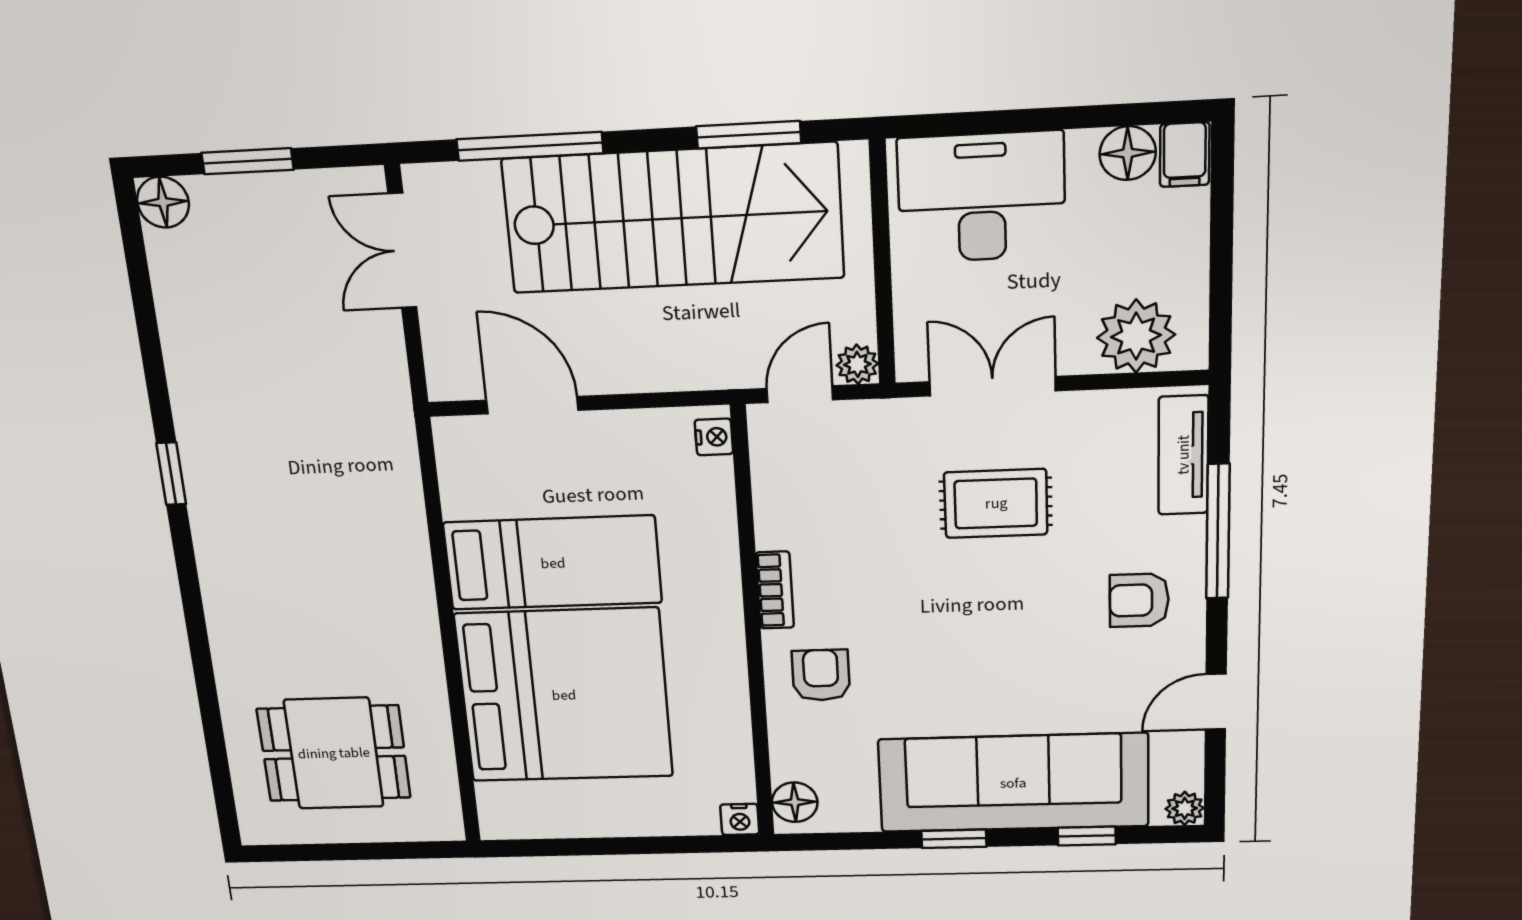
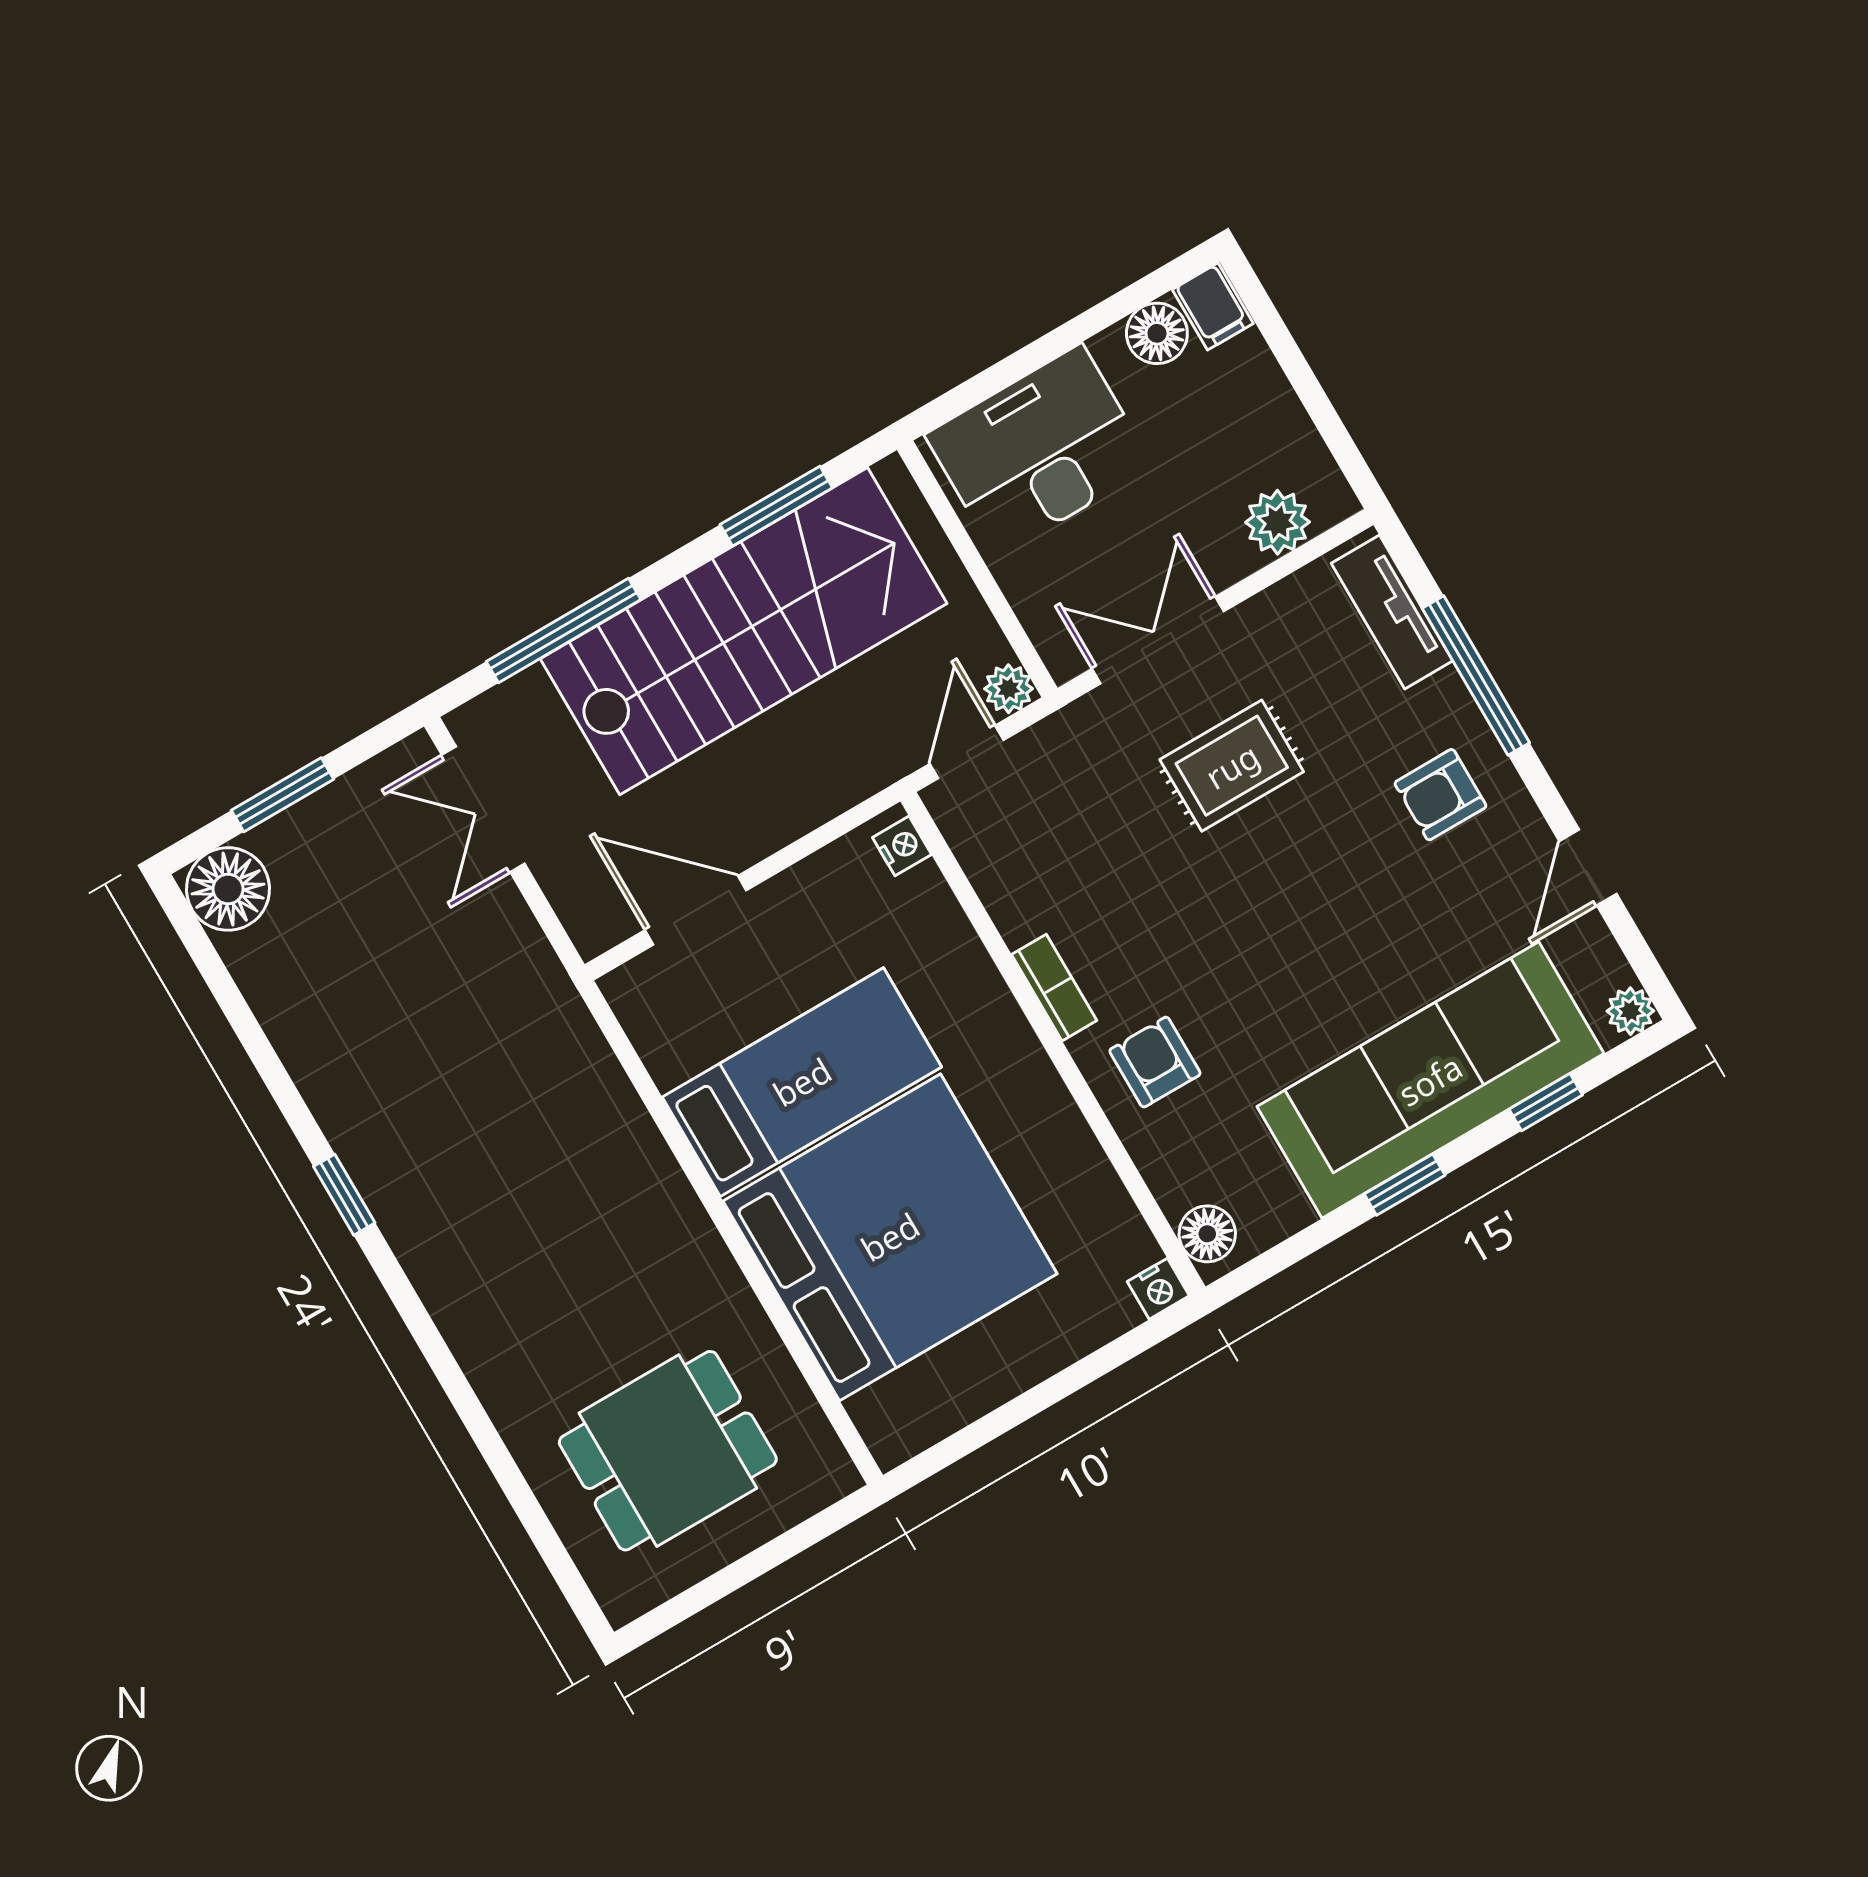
floor lamp: (163, 202) -> (228, 889), width x1.38, depth x1.38
plant: (1136, 336) -> (1278, 522), width x0.73, depth x0.73

